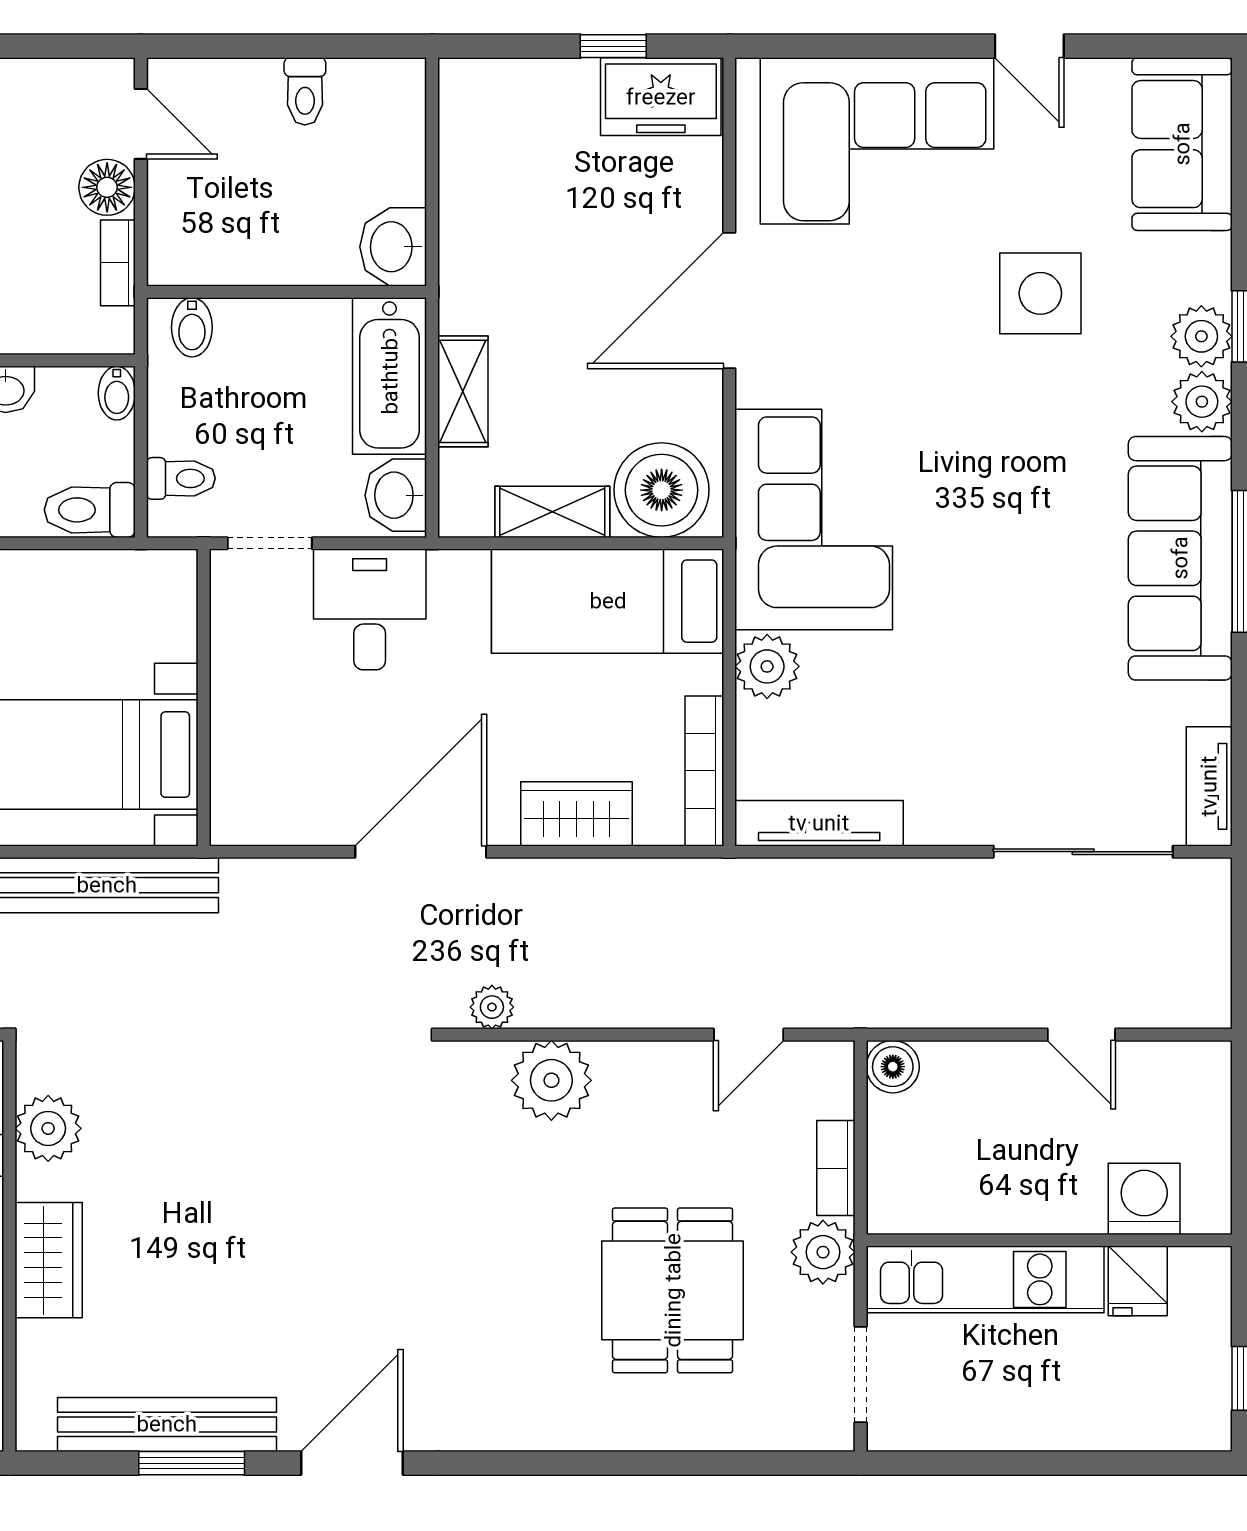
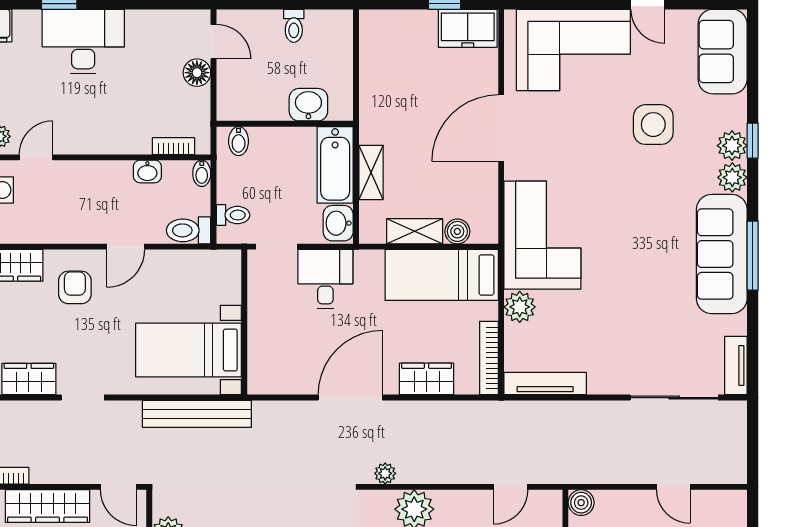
washbasin: (393, 247) -> (308, 105), moved, turned 90
bookcase: (118, 263) -> (173, 146), moved, turned 90
boiler: (662, 490) -> (457, 231), width x0.54, depth x0.54

